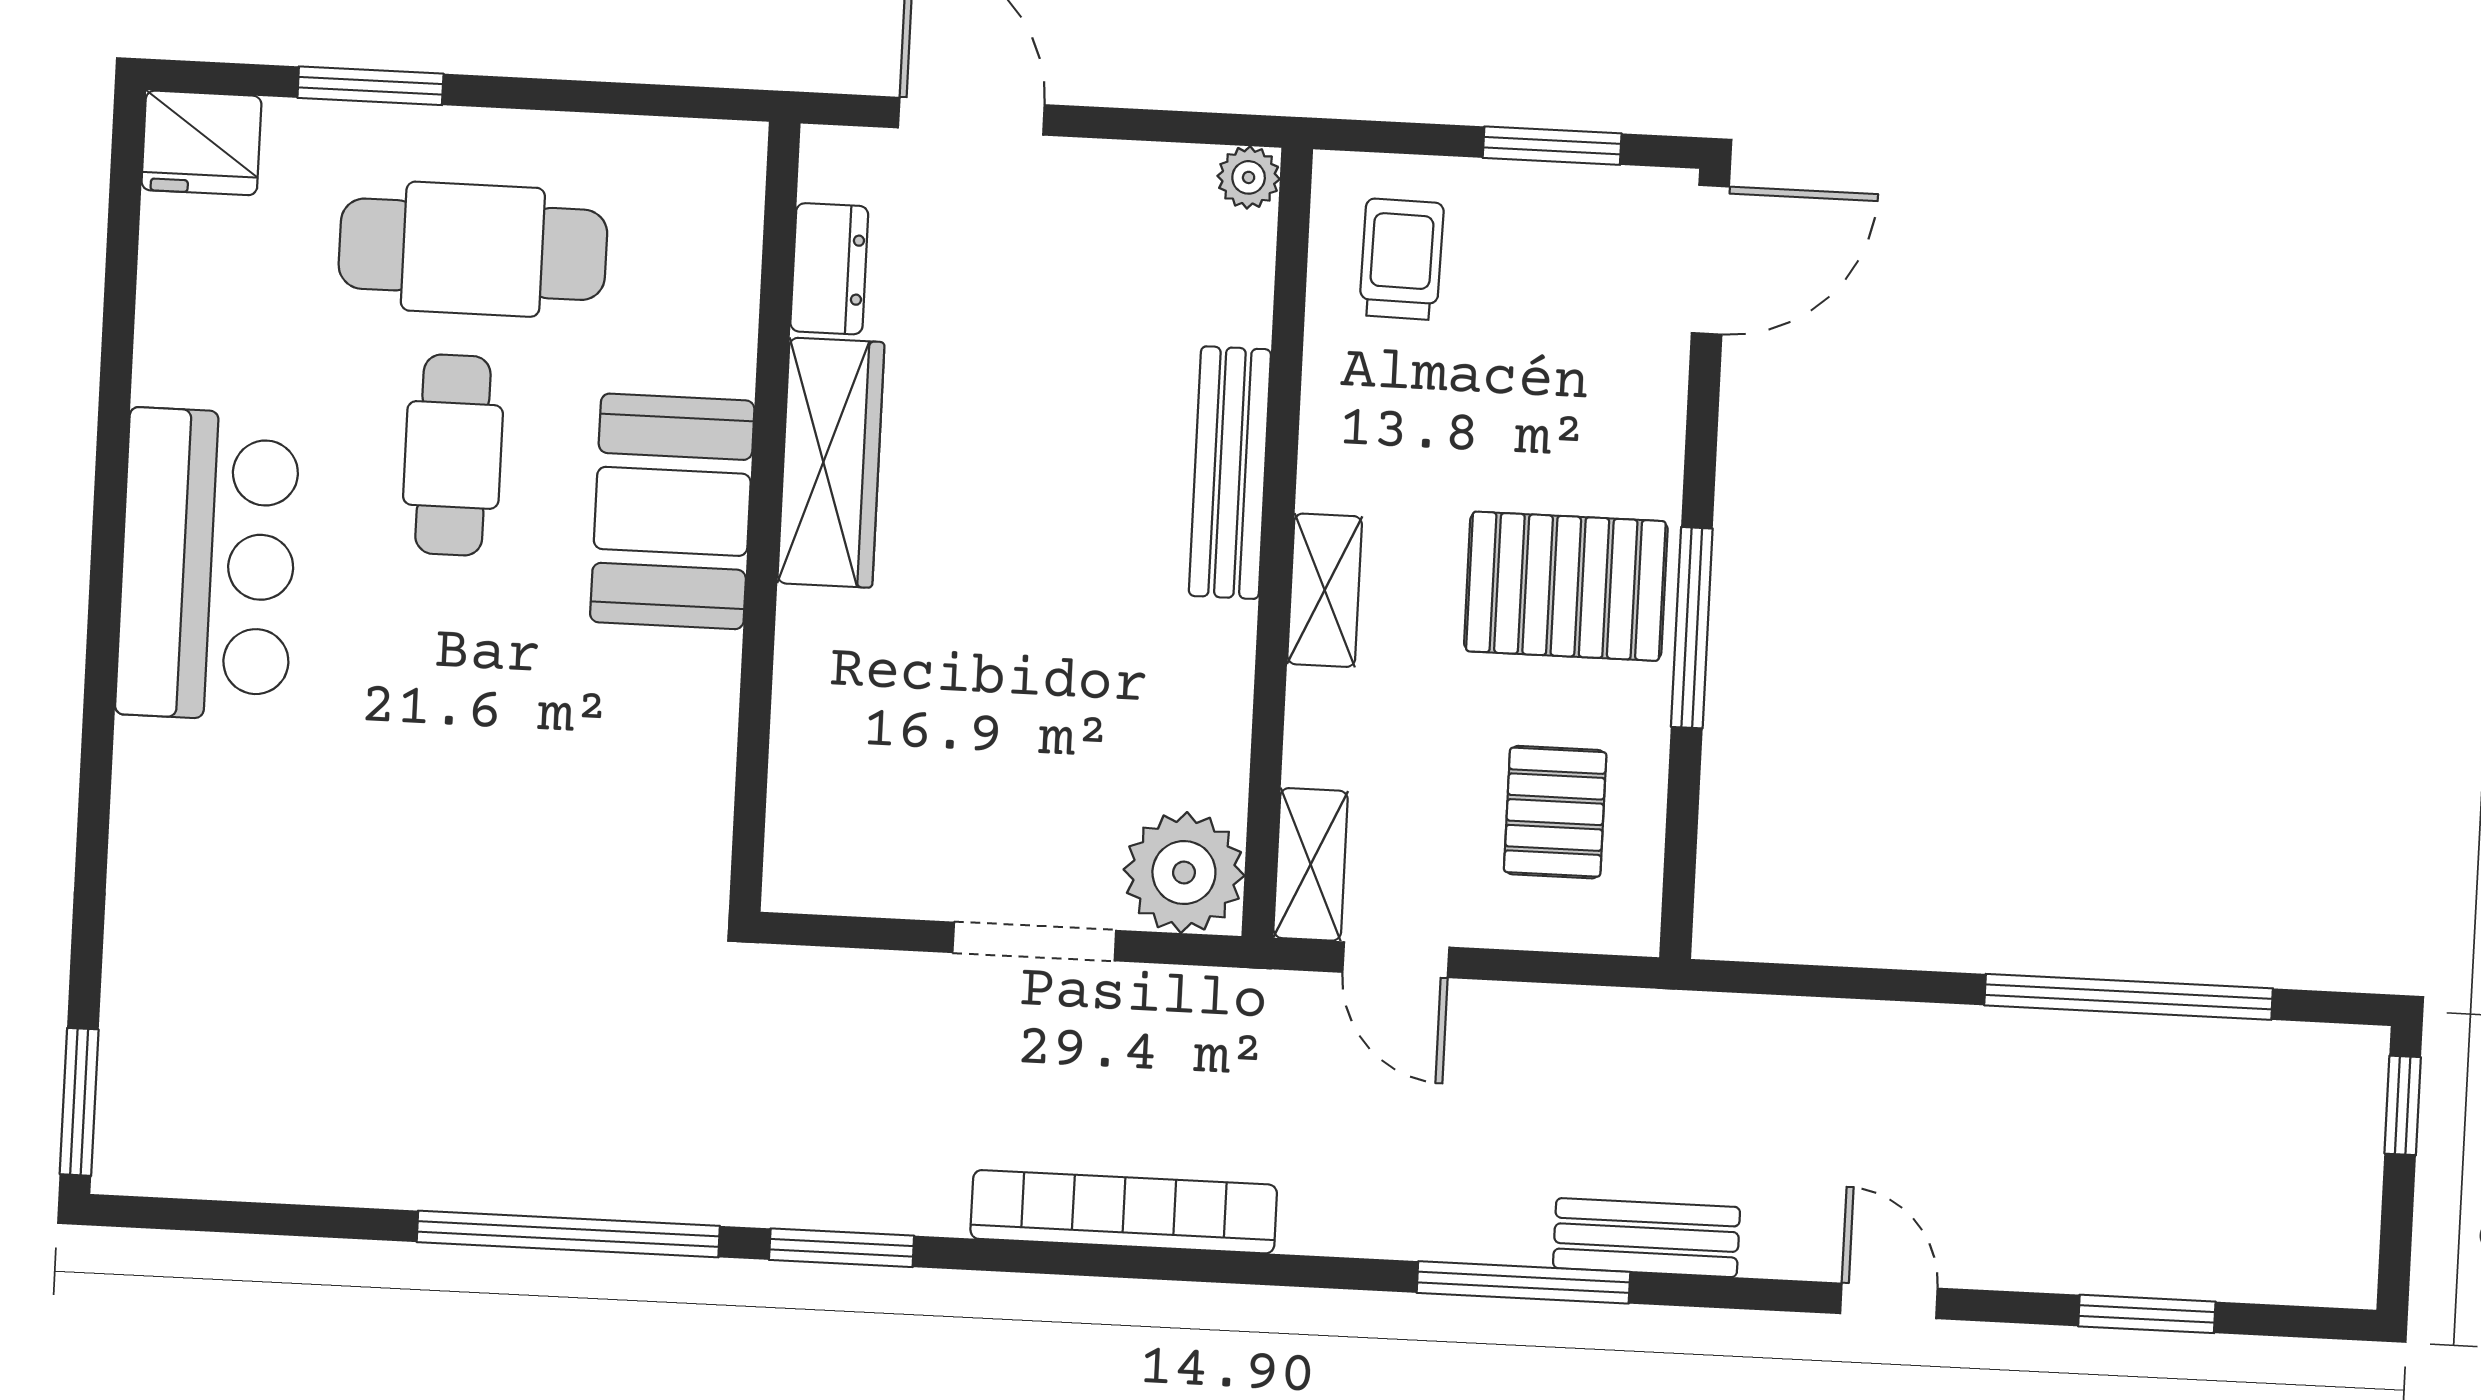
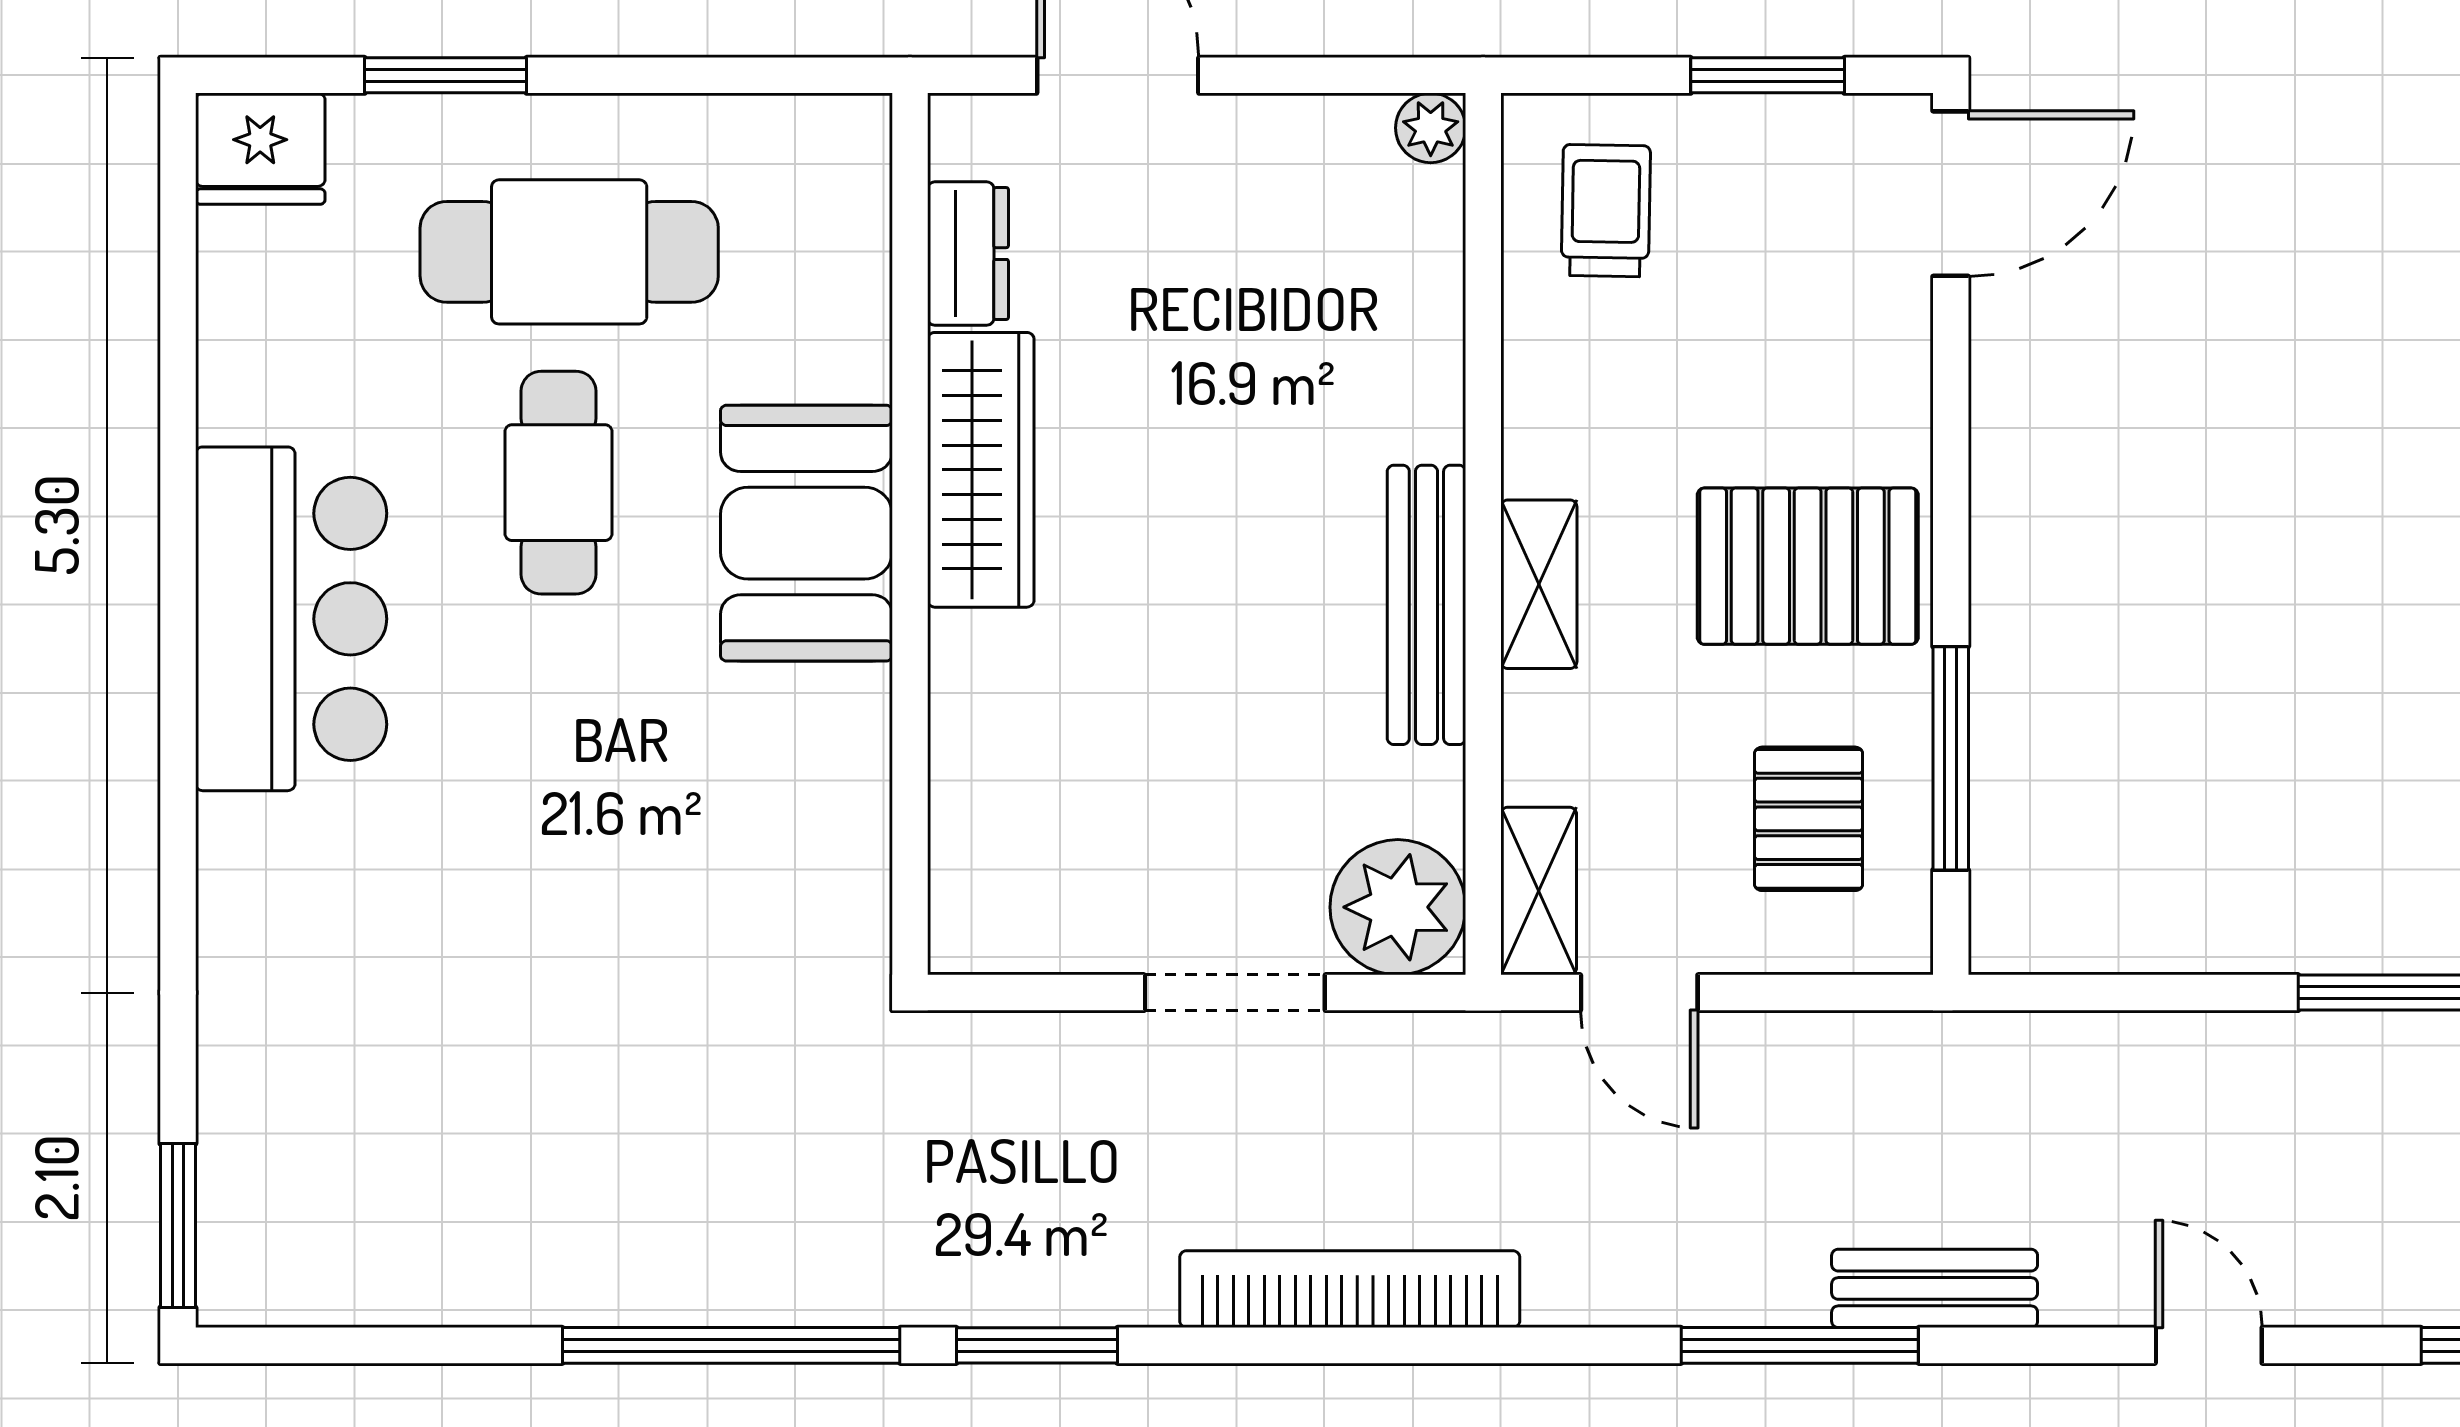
bench: (1230, 473) -> (1426, 605), moved
window: (1692, 628) -> (1951, 758), moved

